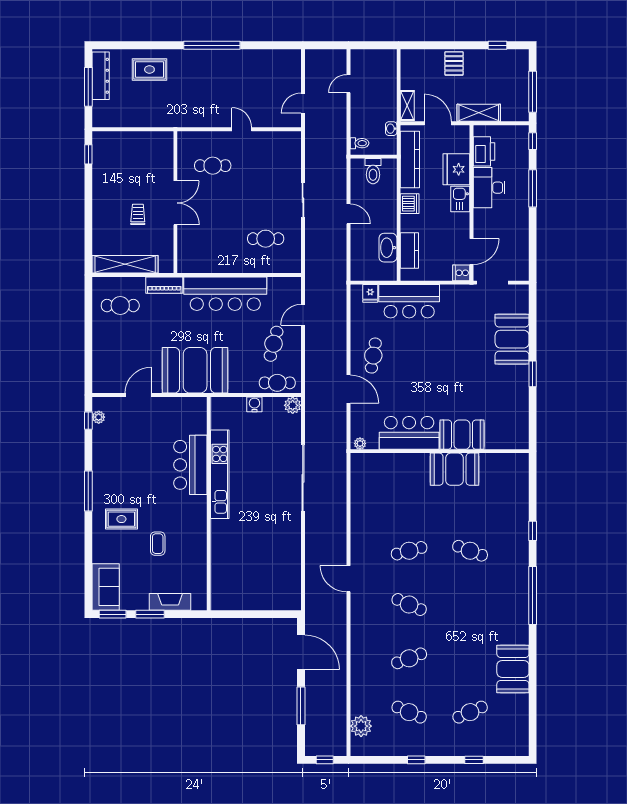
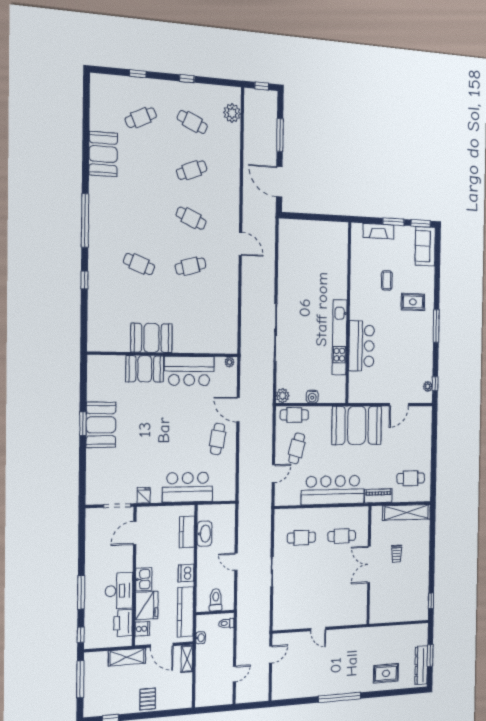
window: (88, 87) -> (430, 655), width x0.69
cafe table: (213, 166) -> (342, 536), moved
cooker: (461, 273) -> (142, 629), moved
fridge: (370, 293) -> (144, 495), moved
booth: (512, 339) -> (101, 425), moved

